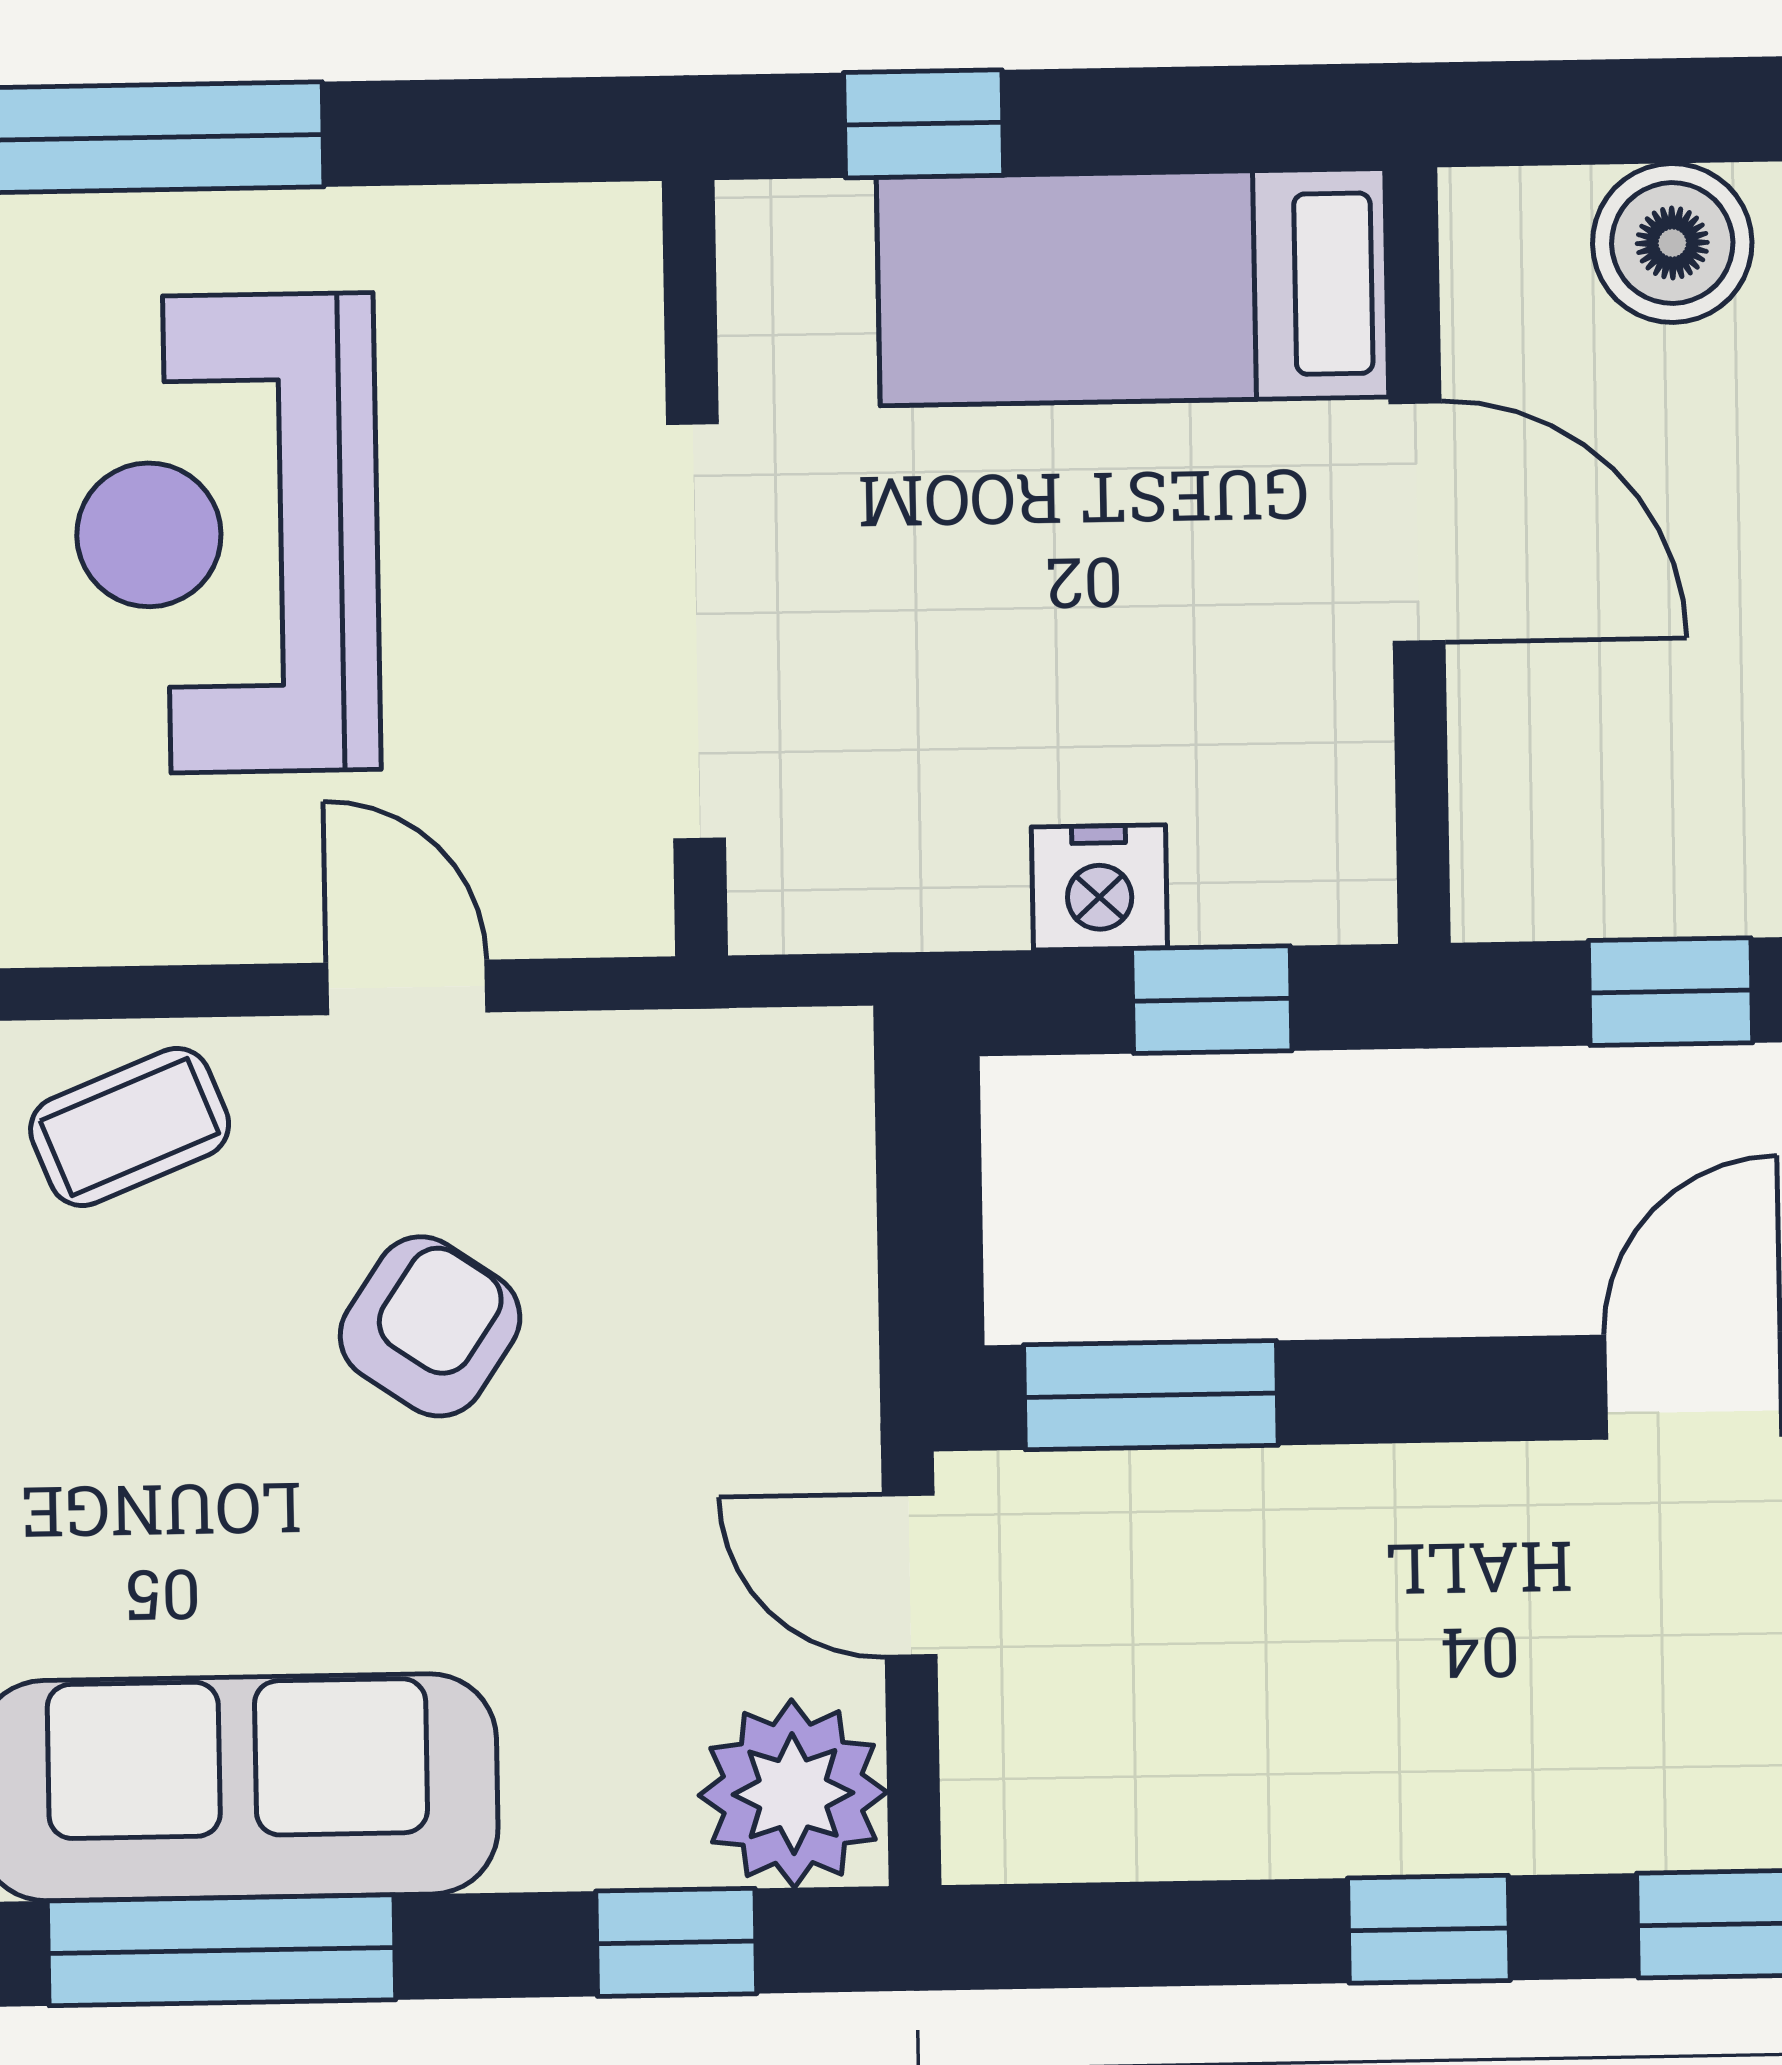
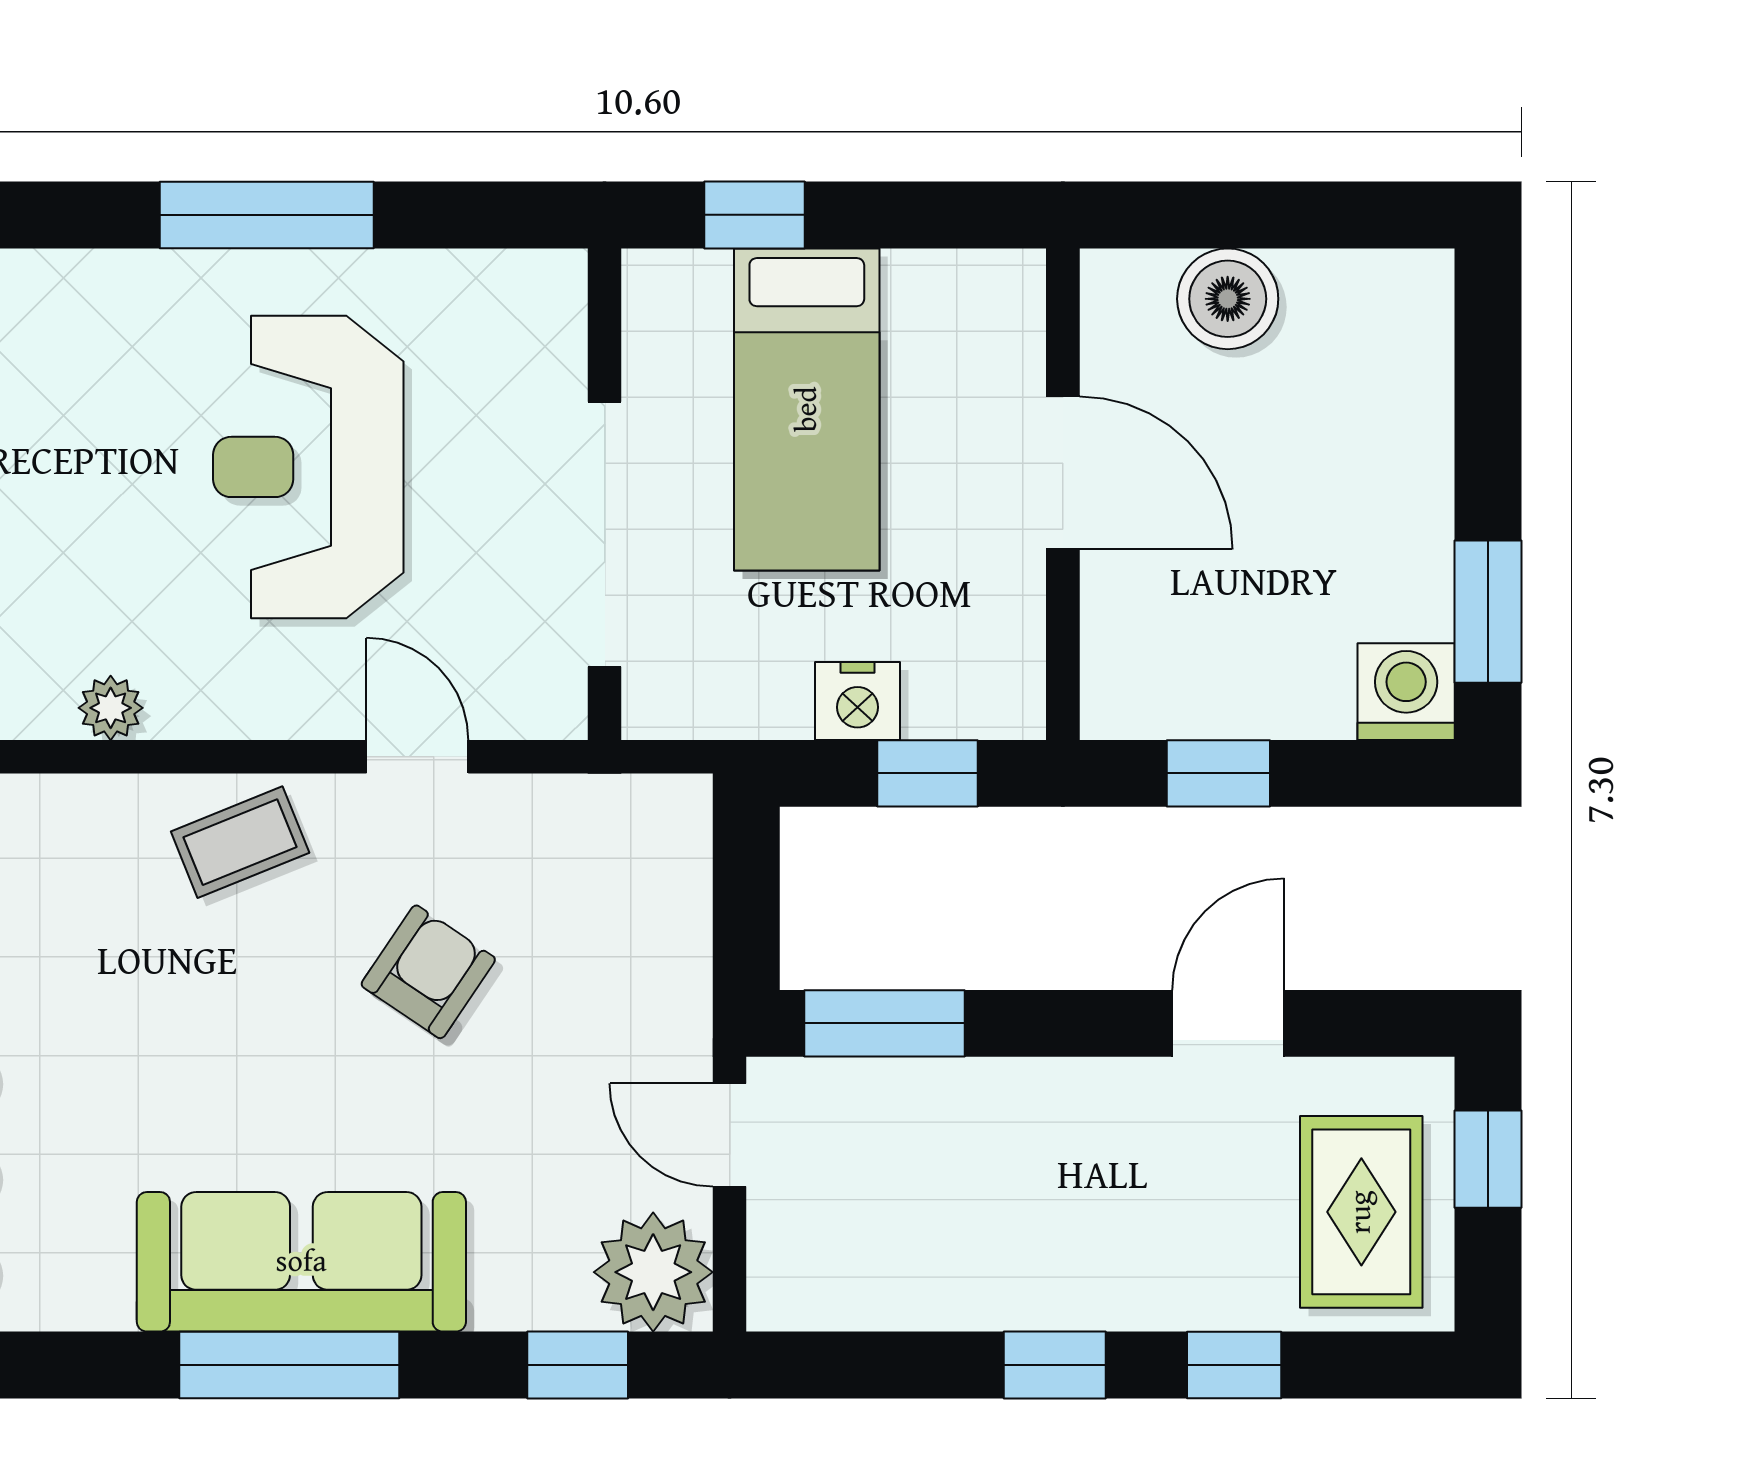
bed: (1133, 287) -> (807, 409), moved, turned -90

